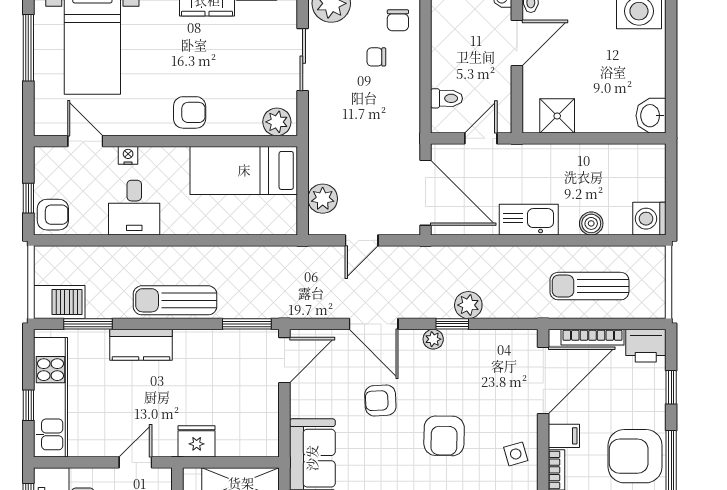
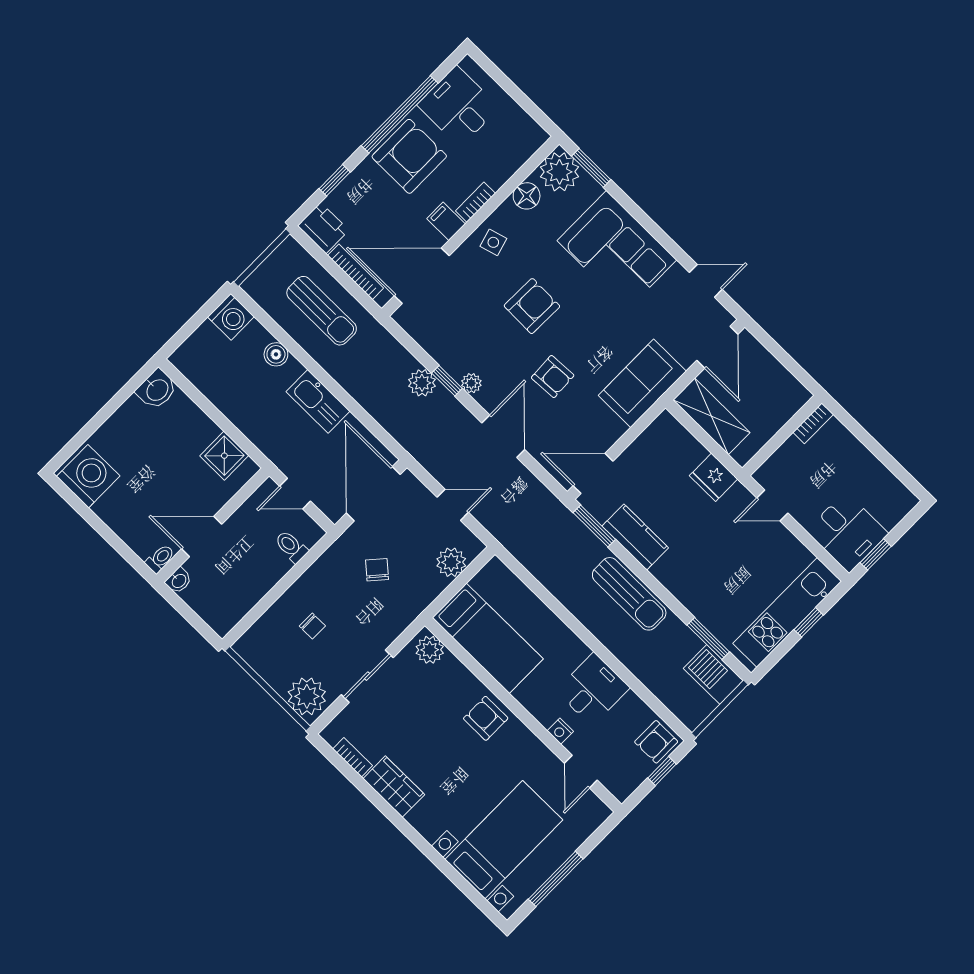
chair: (398, 20) -> (377, 570), moved, turned -49
armchair: (53, 215) -> (656, 742), turned -90
kitchen counter: (141, 345) -> (635, 537), moved
armchair: (635, 456) -> (409, 156), turned -90

